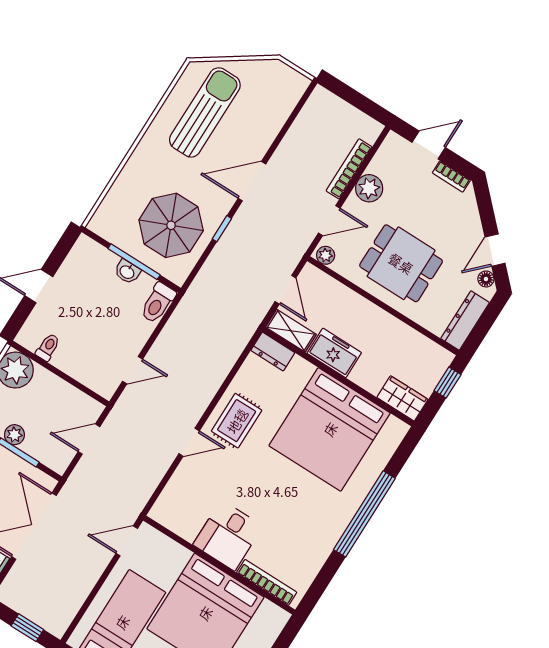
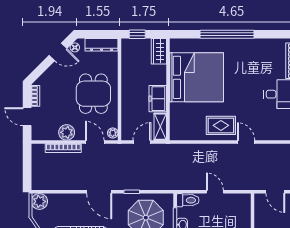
plant: (293, 84) -> (39, 201), added
dresser: (273, 352) -> (176, 129), removed
door: (132, 370) -> (215, 192), moved

